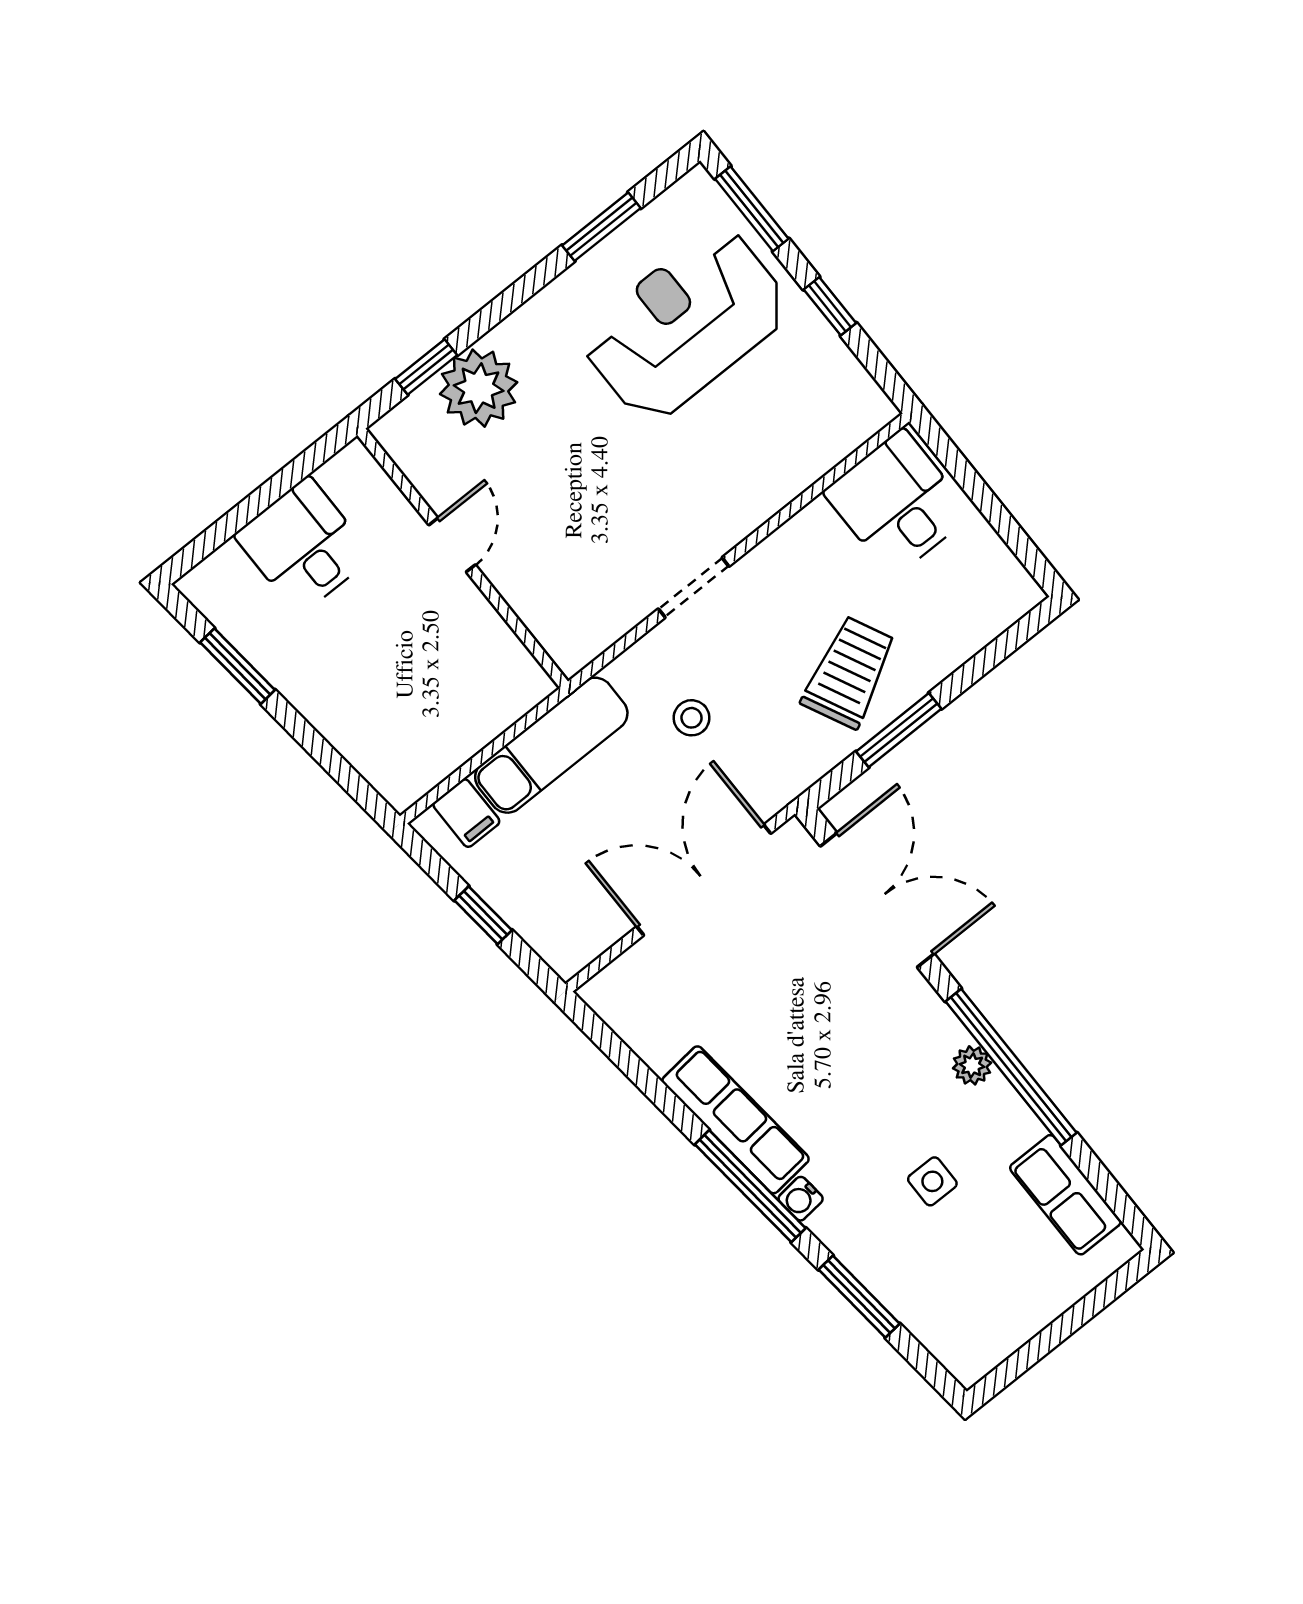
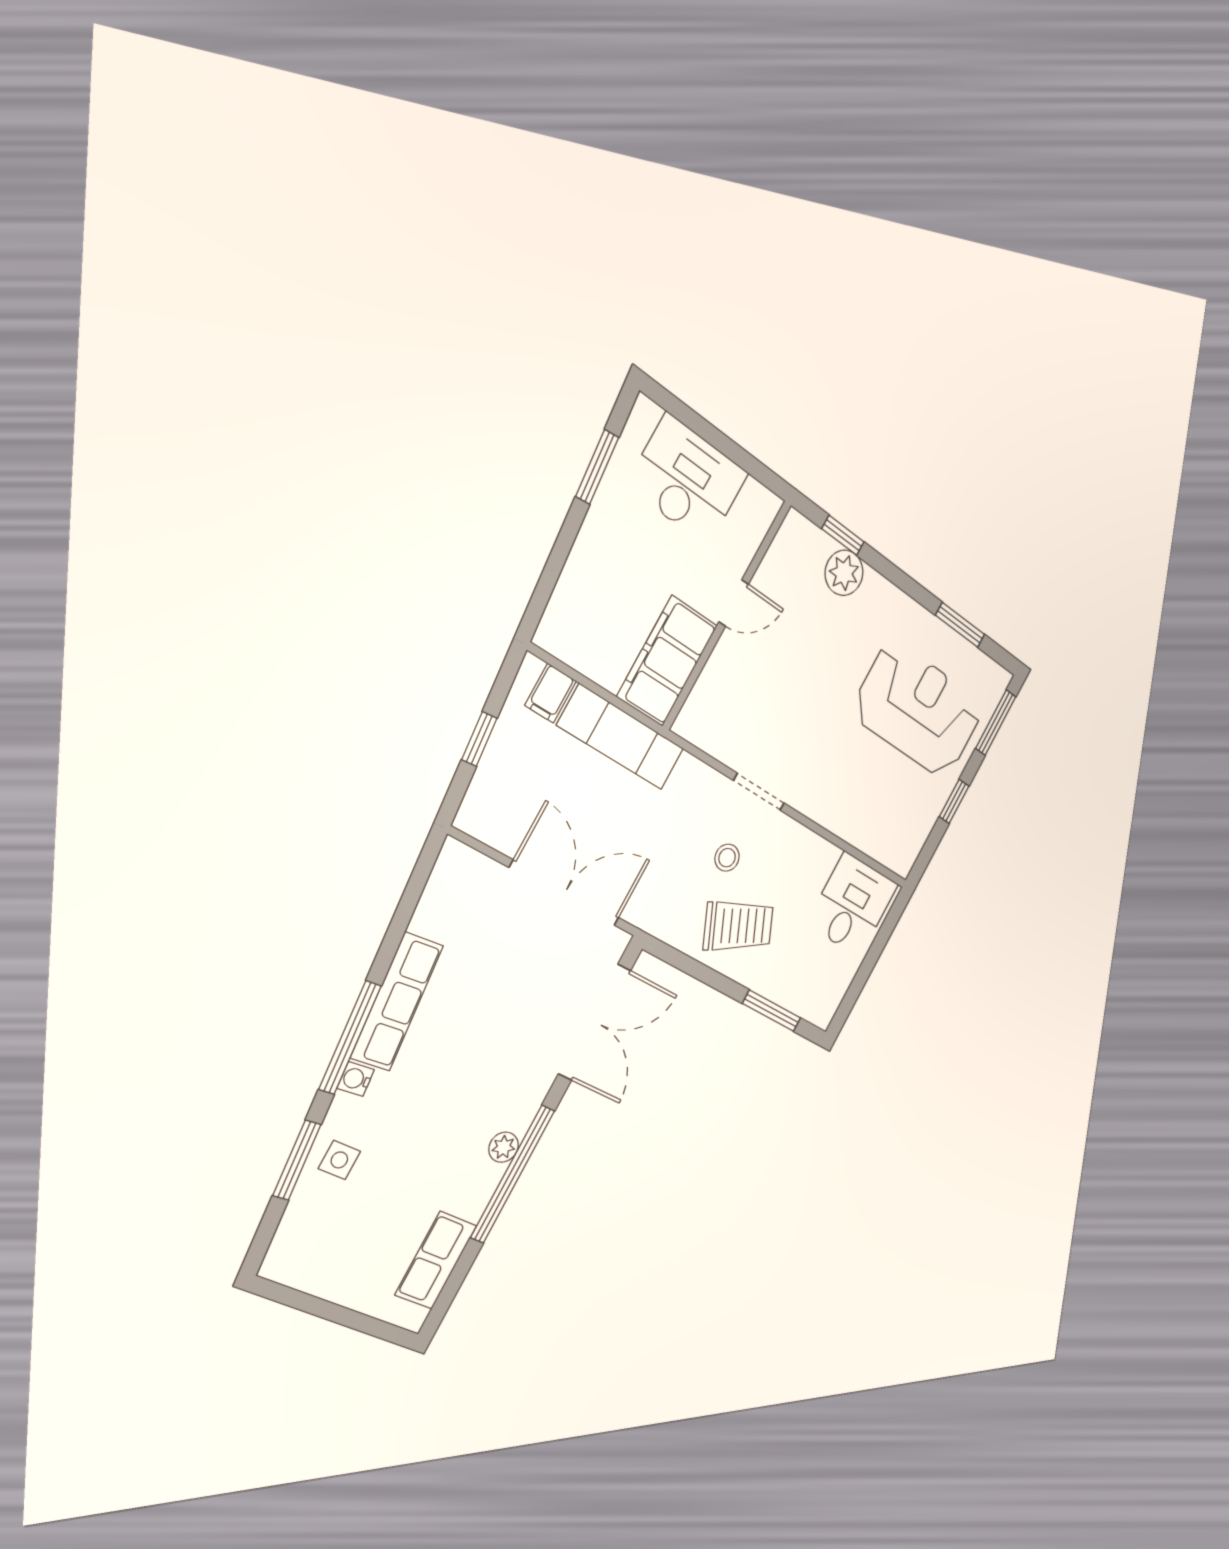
plant: (479, 388) -> (844, 573), width x0.73, depth x0.73
desk: (304, 546) -> (687, 480), width x1.37
filing cabinet: (486, 655) -> (667, 661), added
stool: (692, 718) -> (727, 858), moved
window: (899, 730) -> (772, 1011), moved
side table: (932, 1181) -> (339, 1160), moved

